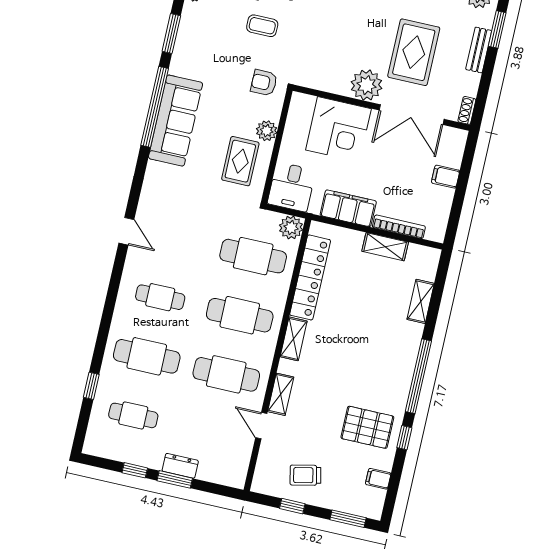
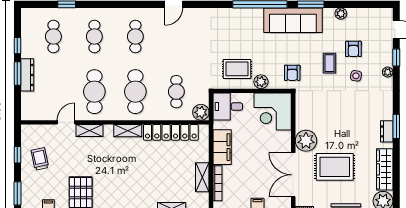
armchair: (264, 83) -> (292, 73), turned 180
sofa: (176, 121) -> (293, 20), moved
corner desk: (338, 129) -> (273, 111), moved
cafe table: (253, 256) -> (176, 92), width x0.73, depth x0.74
cafe table: (147, 356) -> (94, 37), width x0.73, depth x0.74
dresser: (180, 466) -> (27, 75), width x1.44

